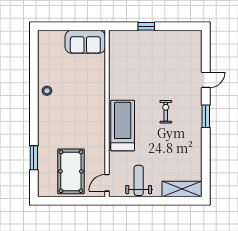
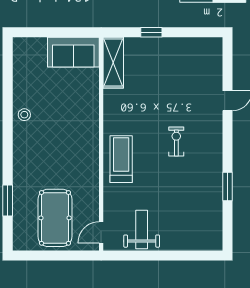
window: (206, 116) -> (228, 187), moved
treadmill: (123, 126) -> (121, 159), width x0.73, depth x0.73
shelving: (182, 189) -> (113, 63), moved, turned 90

